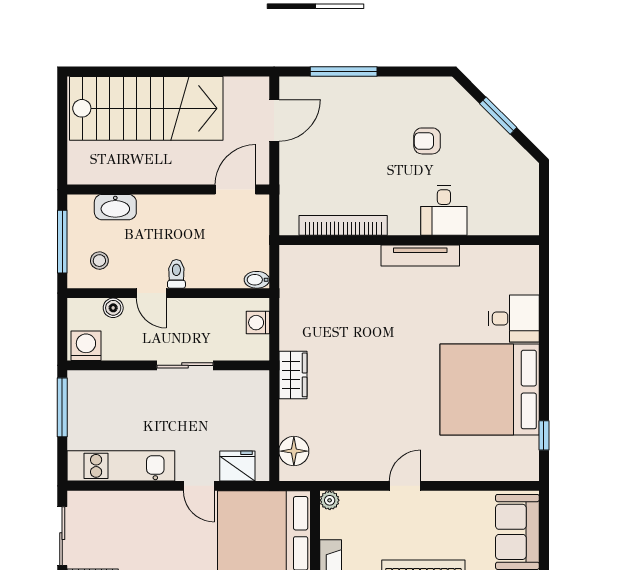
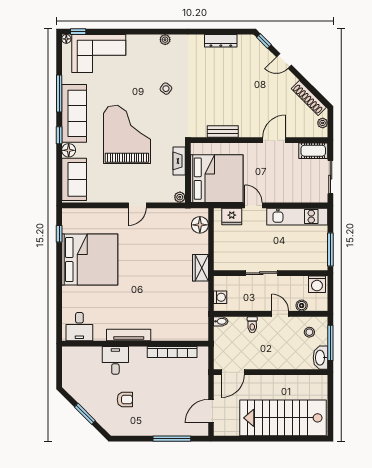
washbasin: (115, 207) -> (320, 358), moved, turned -90
toilet: (176, 274) -> (252, 325), moved
desk: (514, 318) -> (79, 327), moved, turned -90

